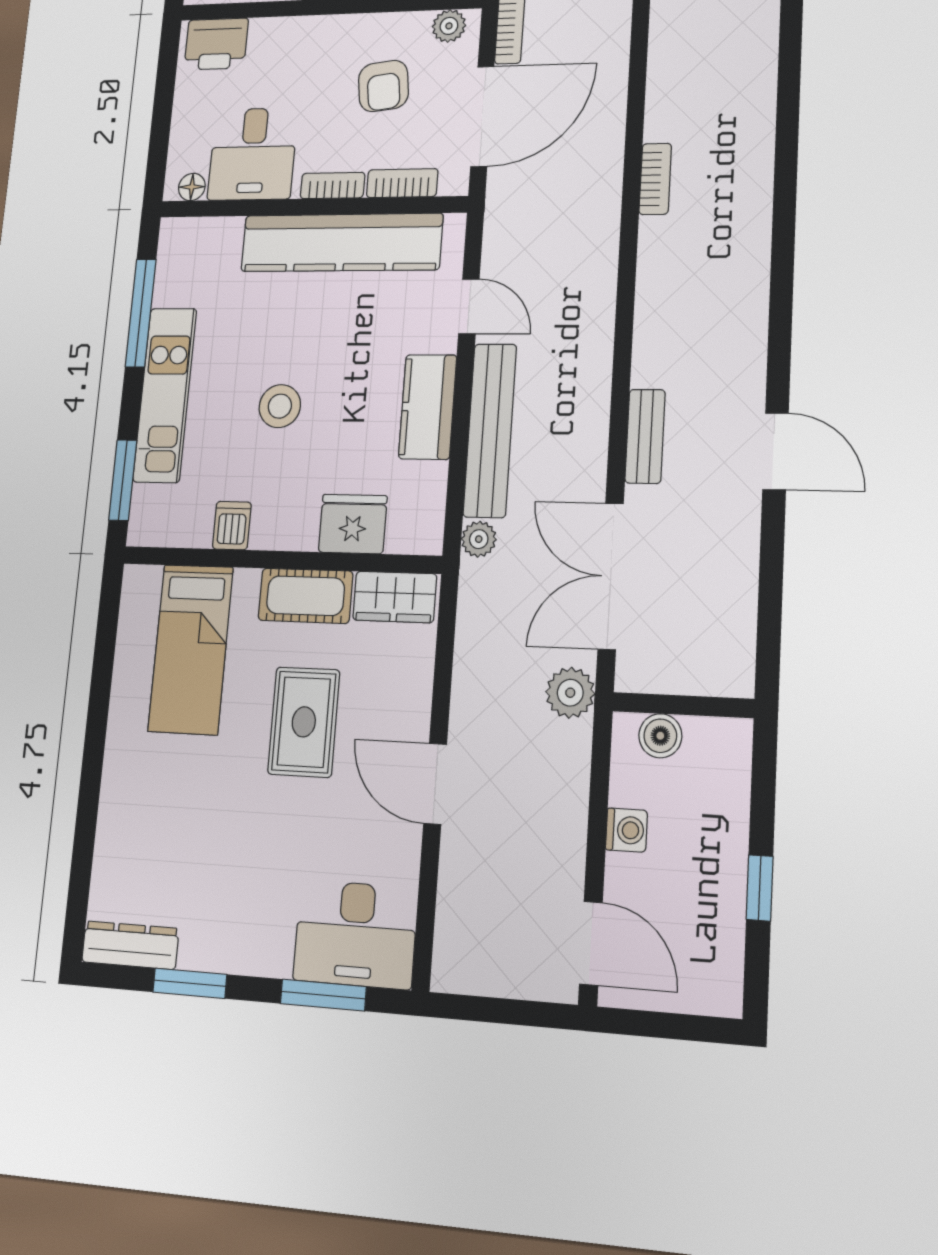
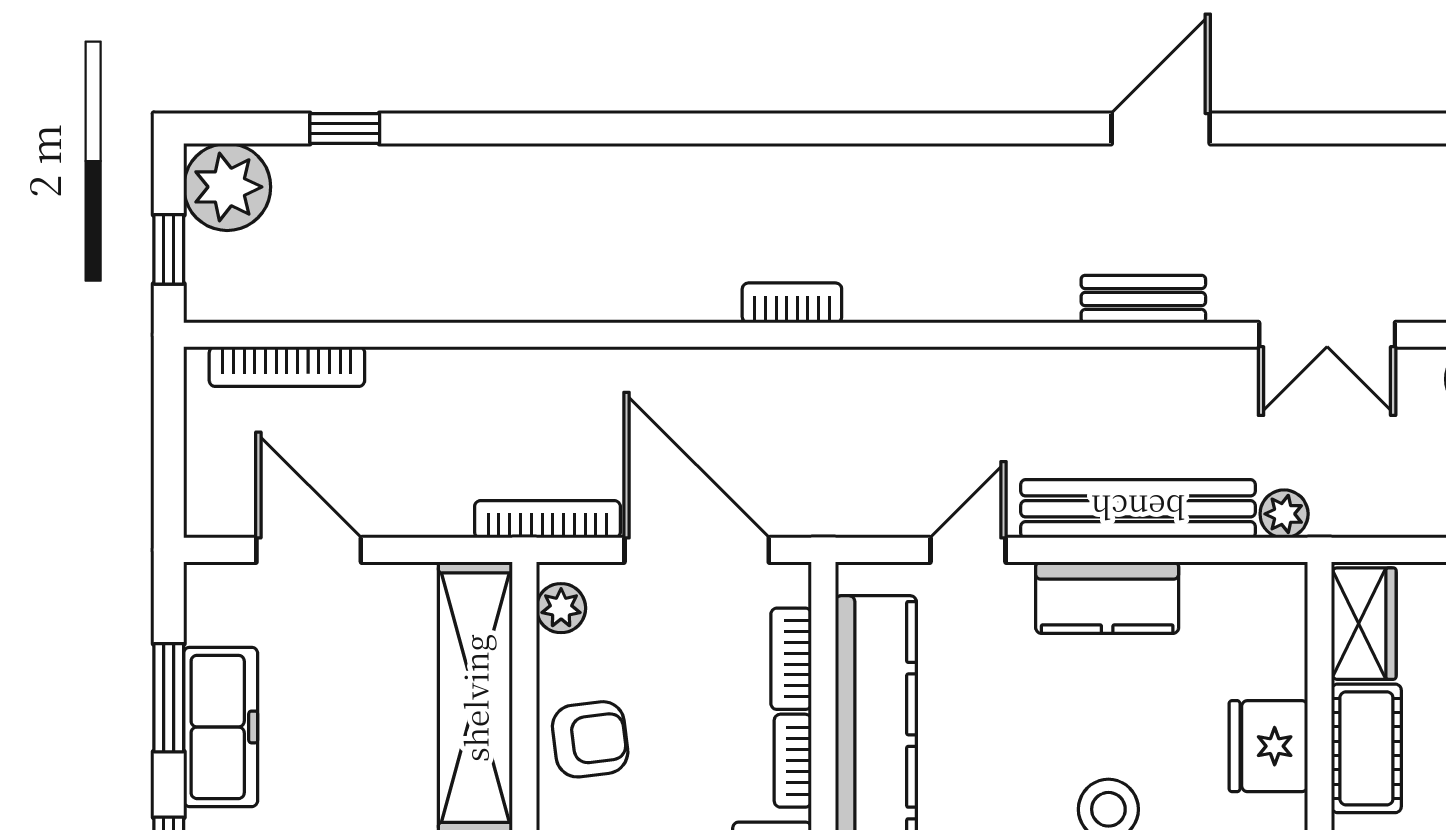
armchair: (383, 86) -> (590, 739), moved
fridge: (353, 524) -> (1268, 746), moved
double door: (611, 576) -> (1327, 335), width x0.73

